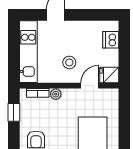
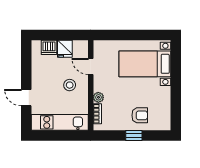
fridge: (109, 75) -> (65, 49), moved
window: (14, 112) -> (134, 136), moved

